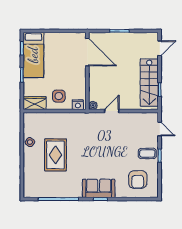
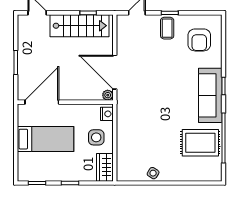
bed: (33, 55) -> (45, 139), moved
door: (112, 111) -> (115, 72), width x1.88
rug: (55, 155) -> (200, 143), moved
armchair: (138, 180) -> (199, 40), turned 90
sofa: (99, 188) -> (210, 95), width x1.36

